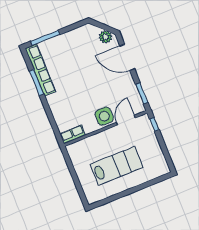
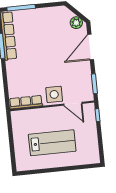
door: (127, 57) -> (91, 47), hinge flipped
door: (126, 120) -> (73, 104), swing flipped
row of seats: (73, 134) -> (26, 102), width x1.48

